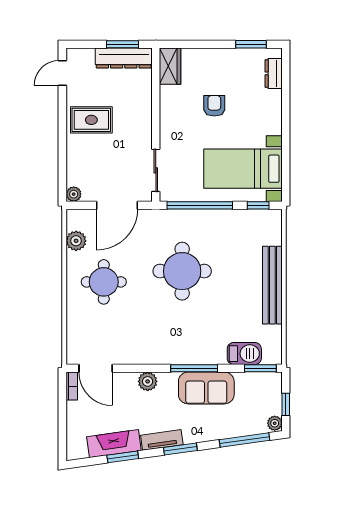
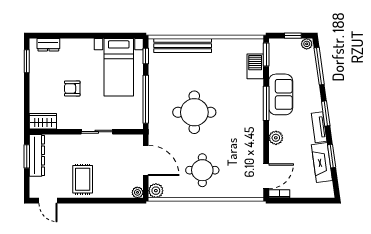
sliding door: (156, 170) -> (97, 132), moved
plant: (76, 241) -> (156, 191), moved
bench: (272, 285) -> (183, 46), moved

